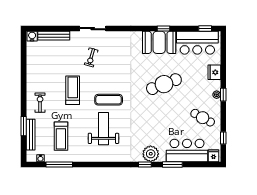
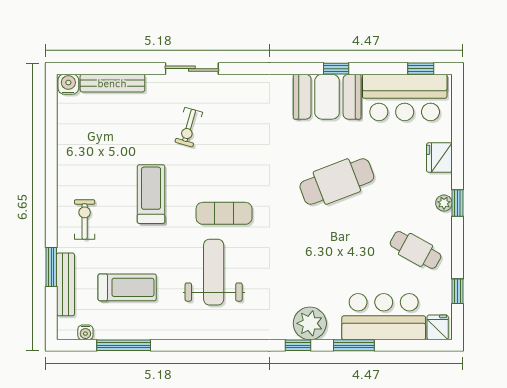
treadmill: (61, 136) -> (127, 287), turned -90

